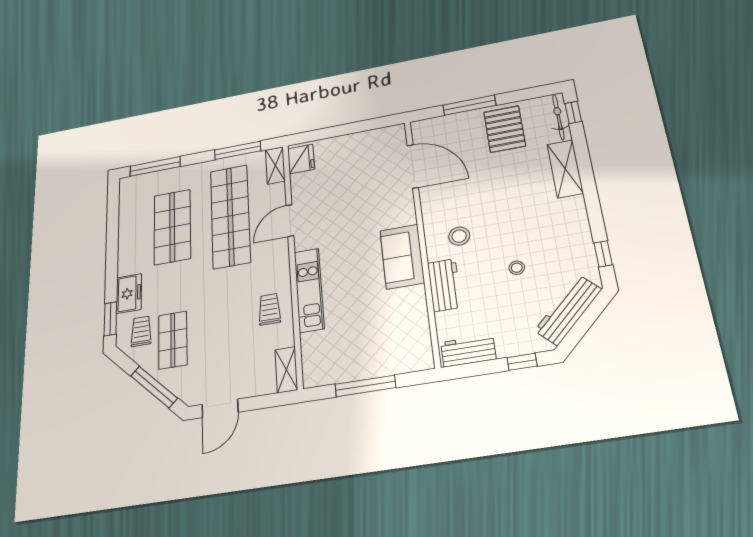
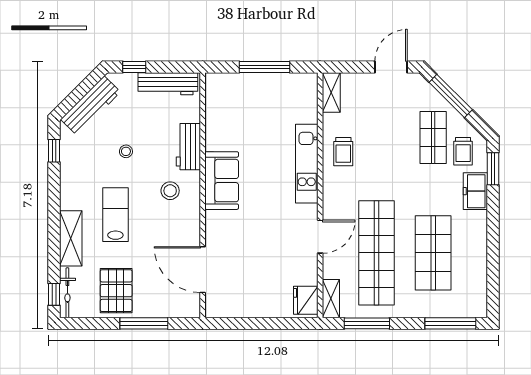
lab bench: (518, 201) -> (115, 215), added
workbench: (468, 351) -> (168, 84), width x1.38

